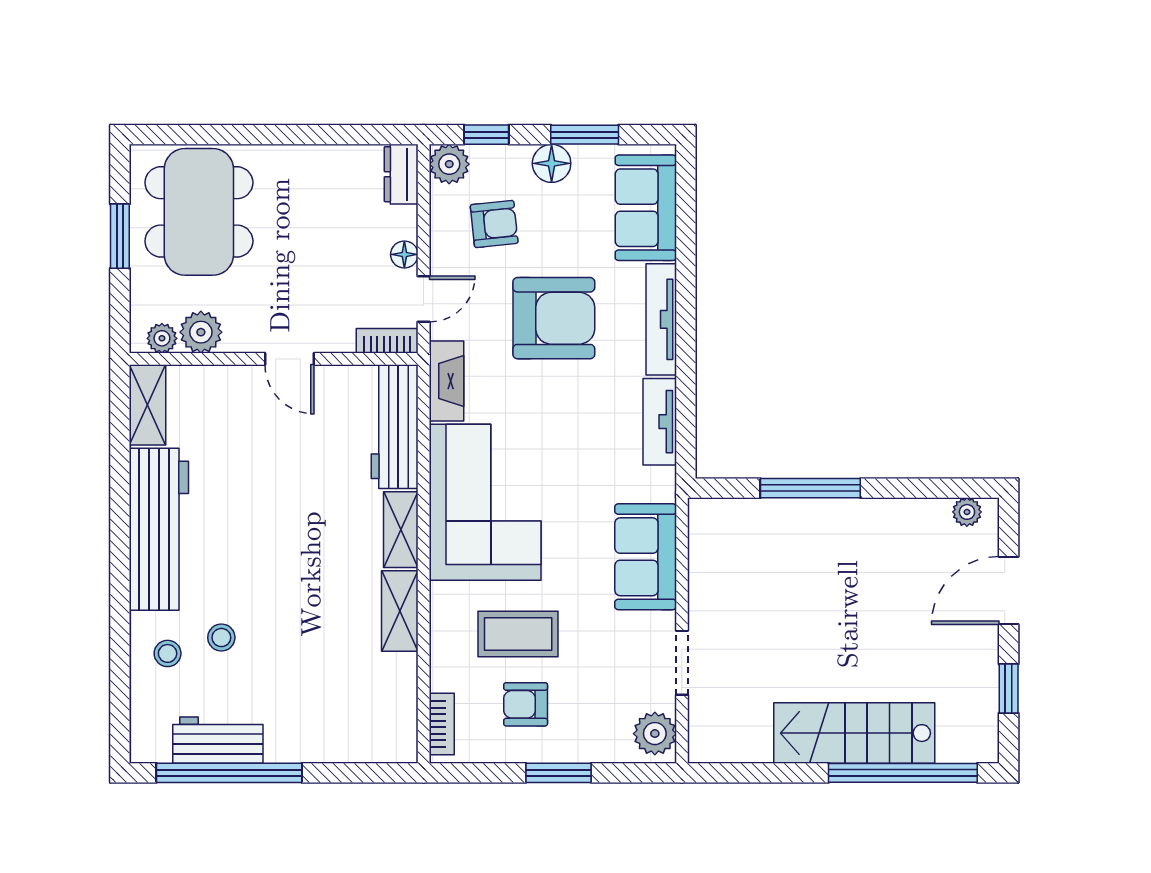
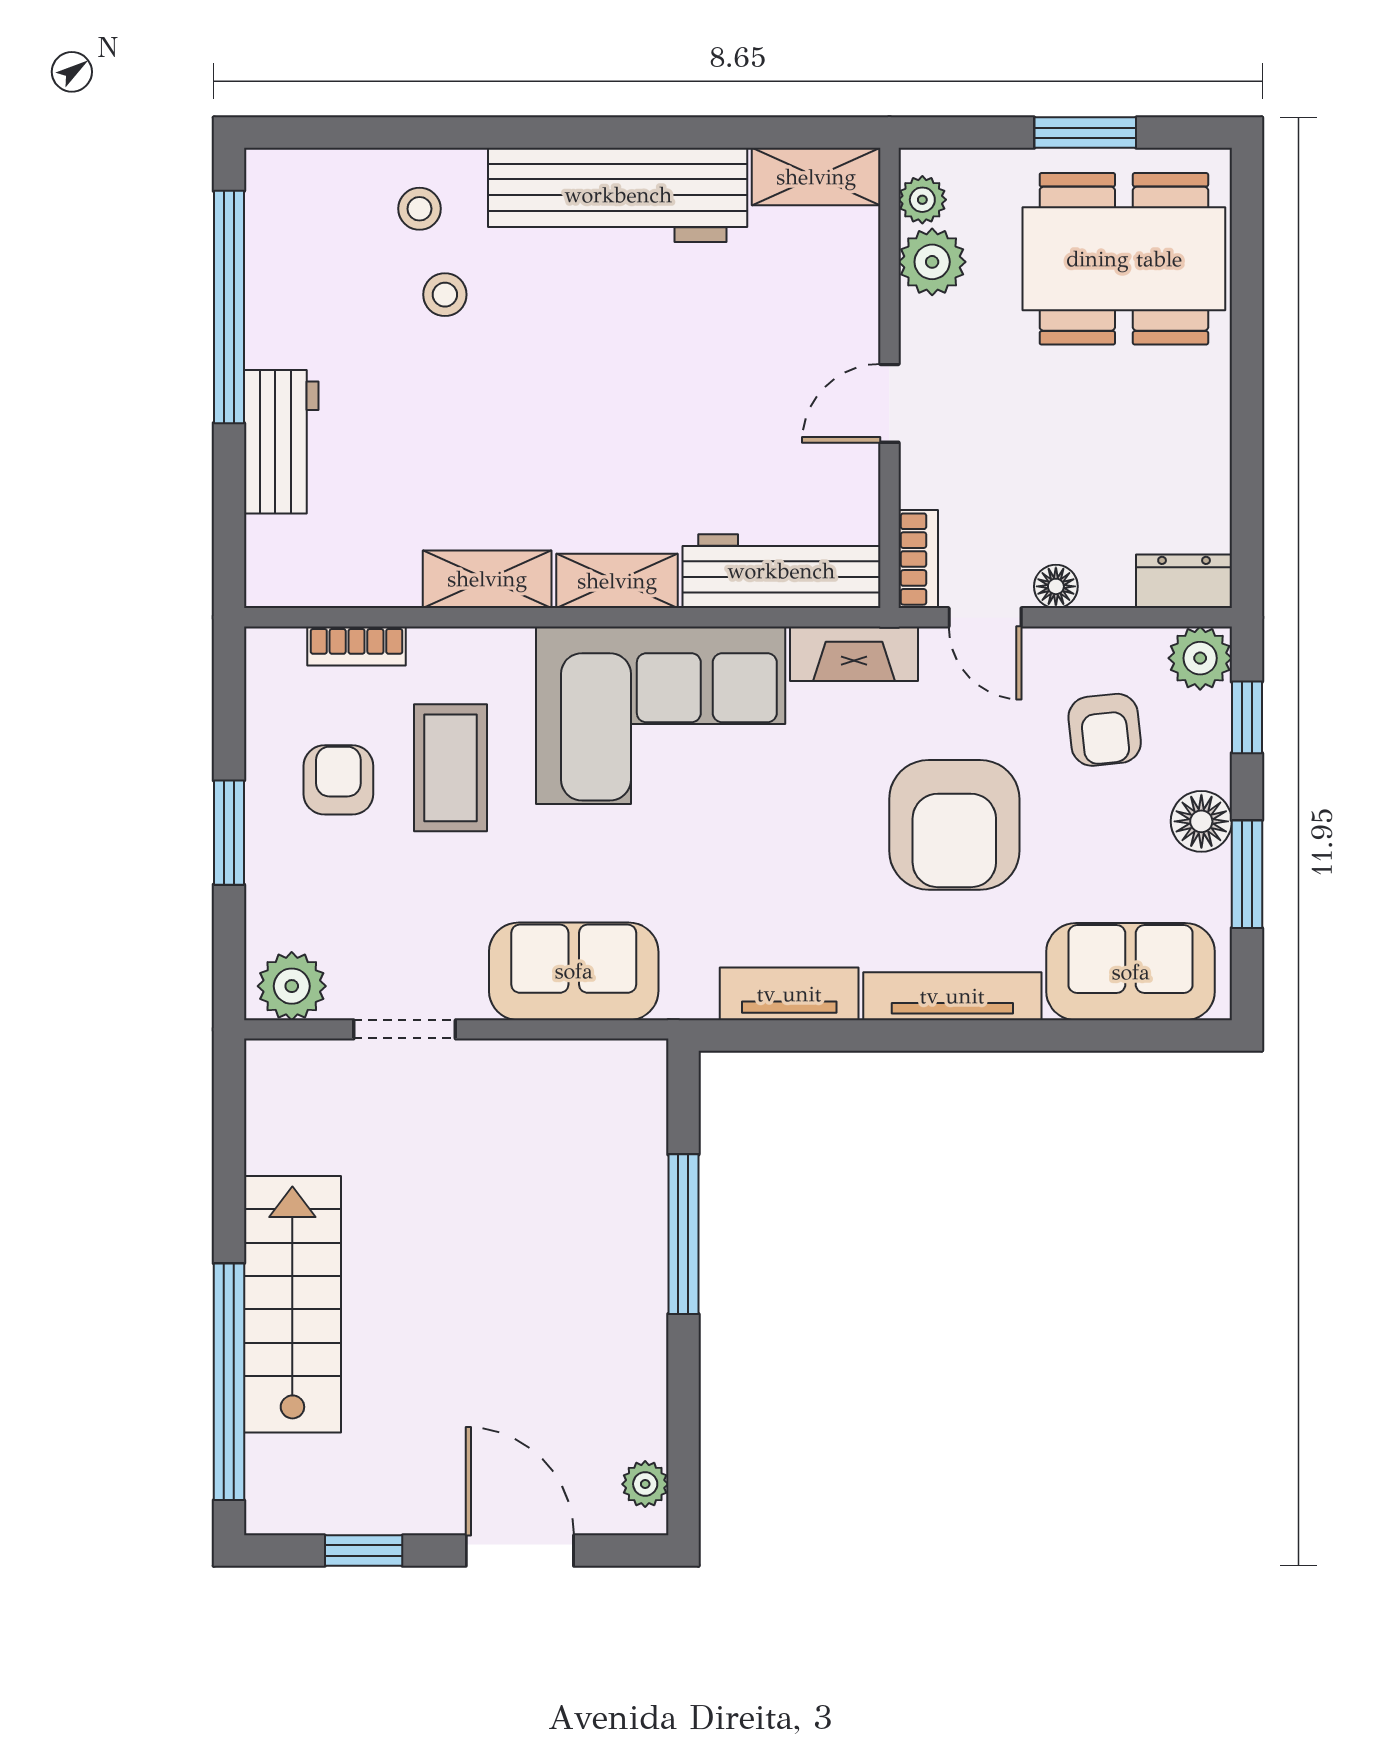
bookcase: (442, 724) -> (357, 646), moved
workbench: (218, 740) -> (281, 442), moved

